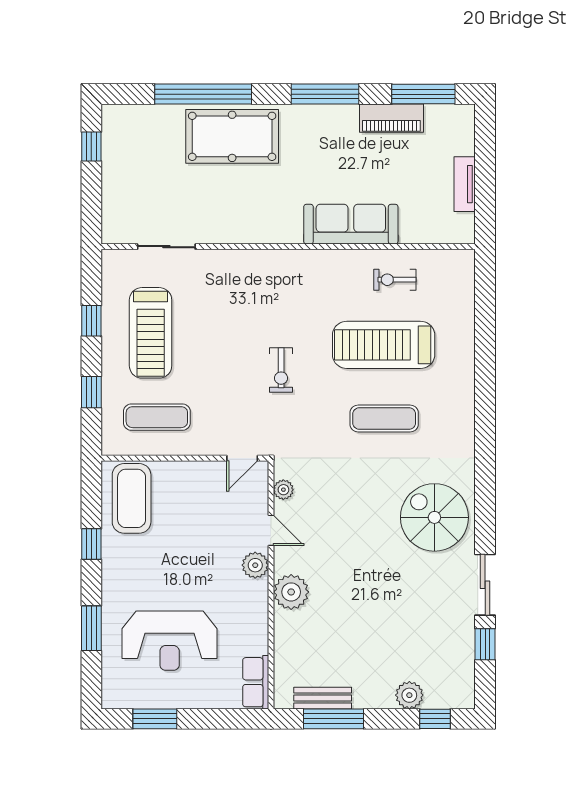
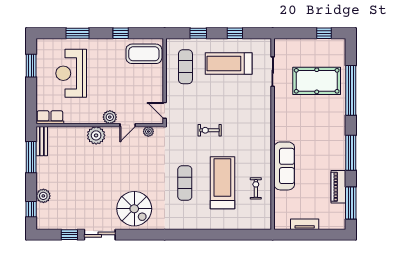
pool table: (232, 136) -> (317, 81), moved, turned 90
spiral stairs: (434, 517) -> (134, 209), turned 90
bench: (323, 698) -> (42, 141), moved

